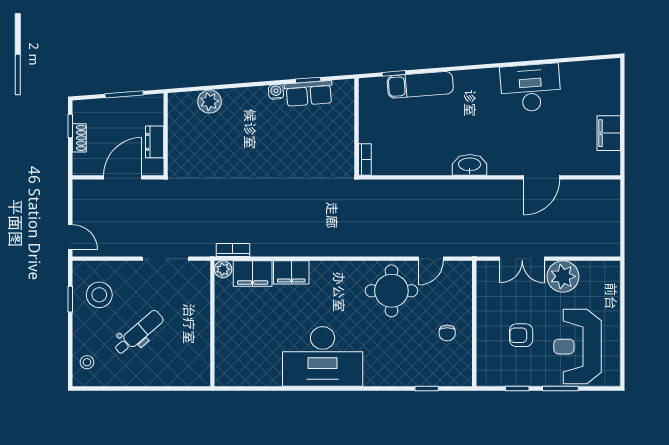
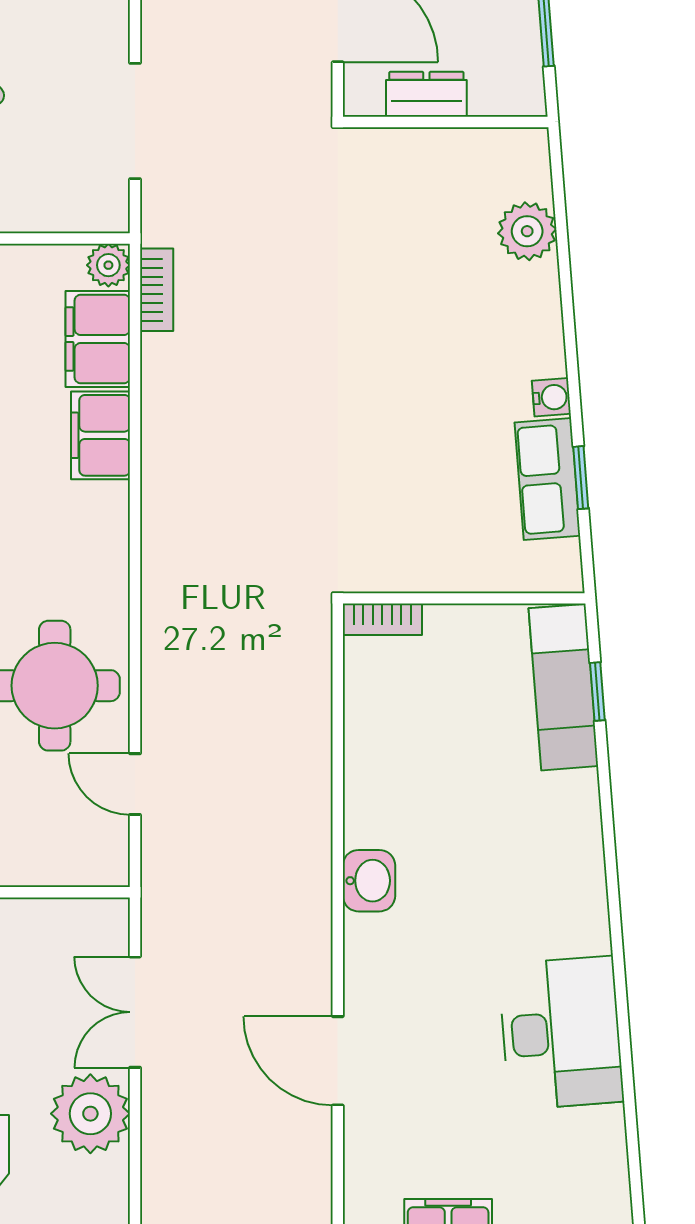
exam couch: (420, 85) -> (563, 687), moved
washbasin: (470, 165) -> (369, 881), width x0.72

